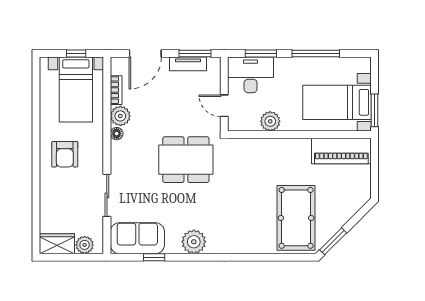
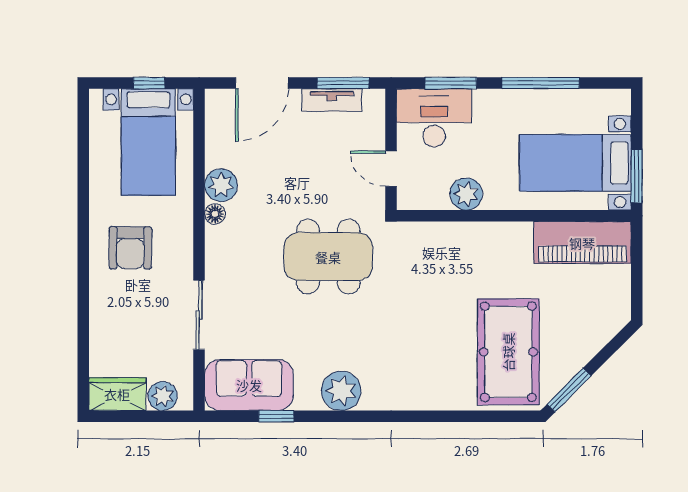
bookcase: (116, 90) -> (214, 143), removed

